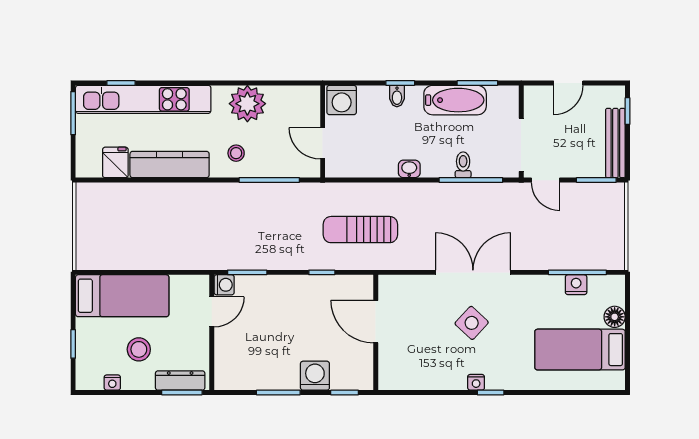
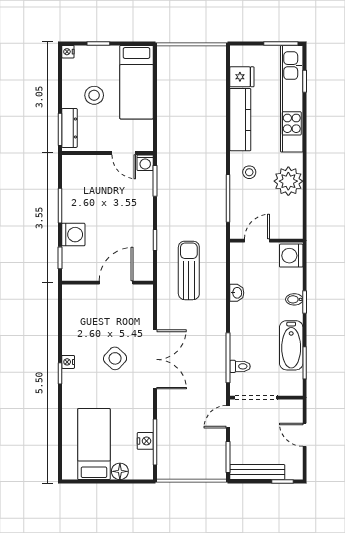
toilet: (463, 165) -> (240, 366), moved
washbasin: (409, 169) -> (237, 293), moved
nightstand: (112, 383) -> (68, 52), moved

